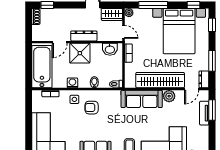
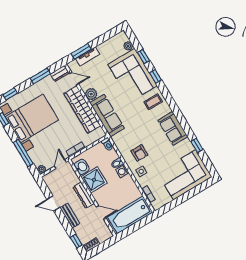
bench: (73, 13) -> (70, 216), added
wardrobe: (112, 14) -> (52, 183), removed
shower: (80, 53) -> (94, 180), moved
washing machine: (72, 83) -> (122, 171), moved

